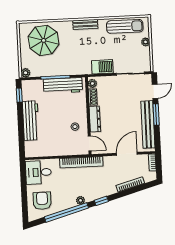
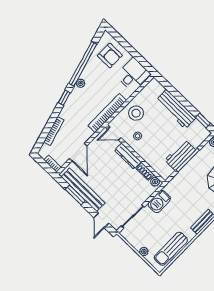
workbench: (63, 86) -> (180, 155), width x0.73
window: (156, 115) -> (75, 195), moved
stool: (61, 144) -> (136, 113), added

